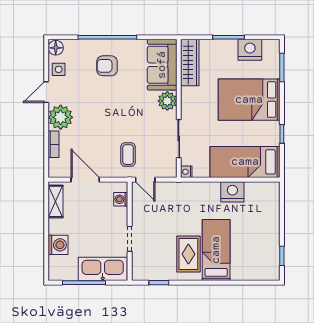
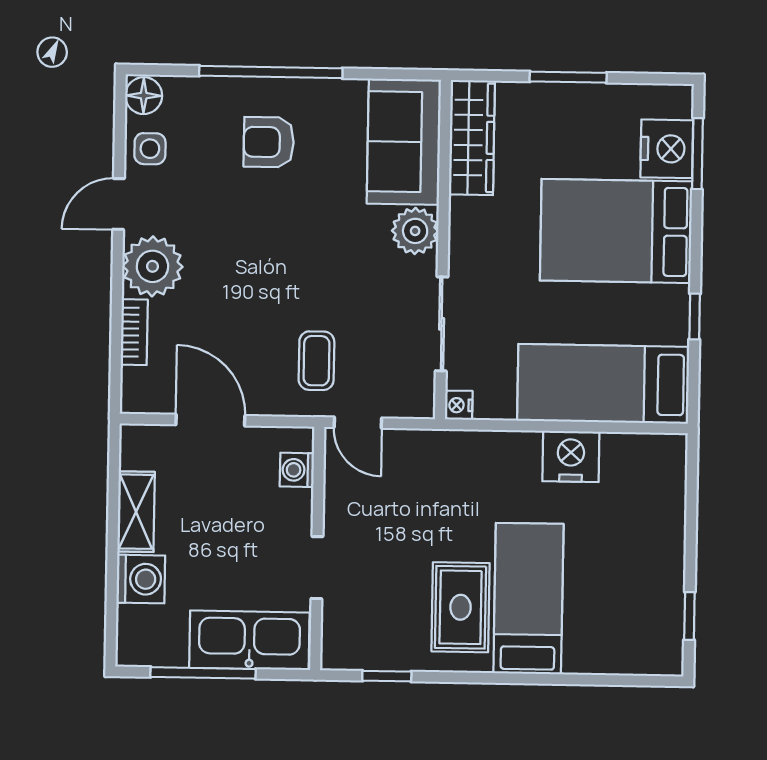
nightstand: (250, 50) -> (667, 149), moved, turned 90
shelving: (56, 201) -> (136, 512), moved

